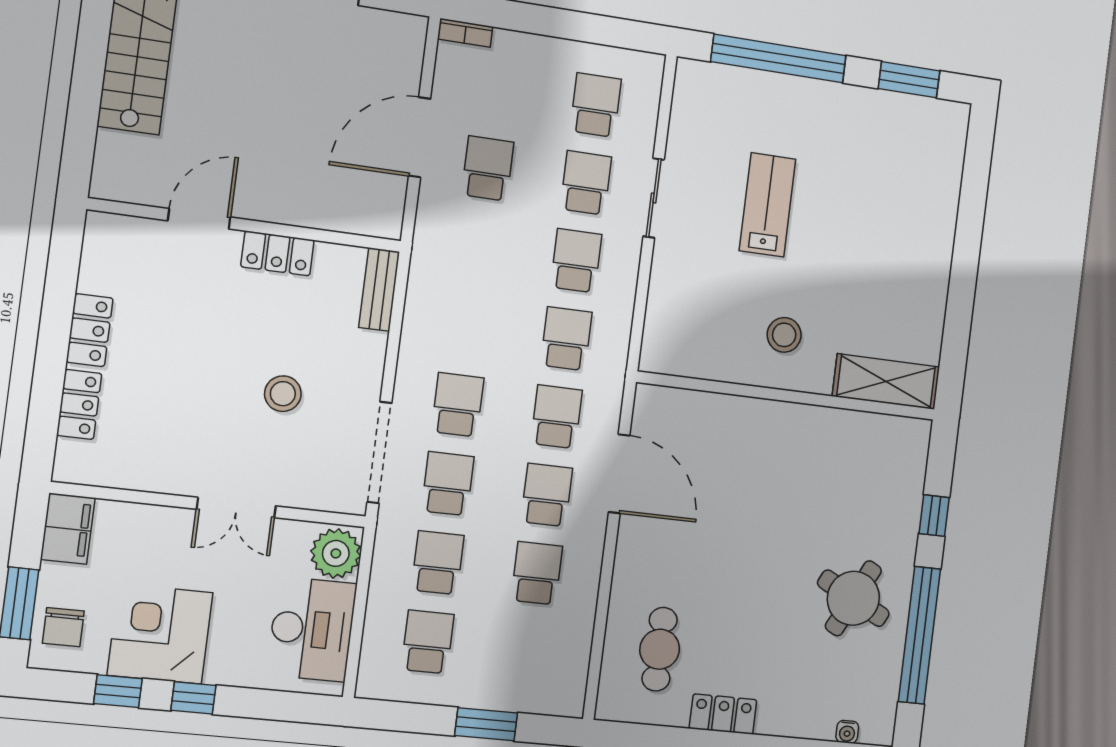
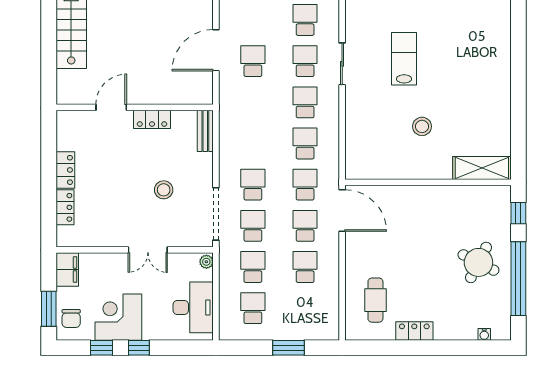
shelving: (886, 382) -> (482, 168), moved
wall: (787, 396) -> (428, 182), moved
plant: (336, 553) -> (206, 262), width x0.53, depth x0.53

